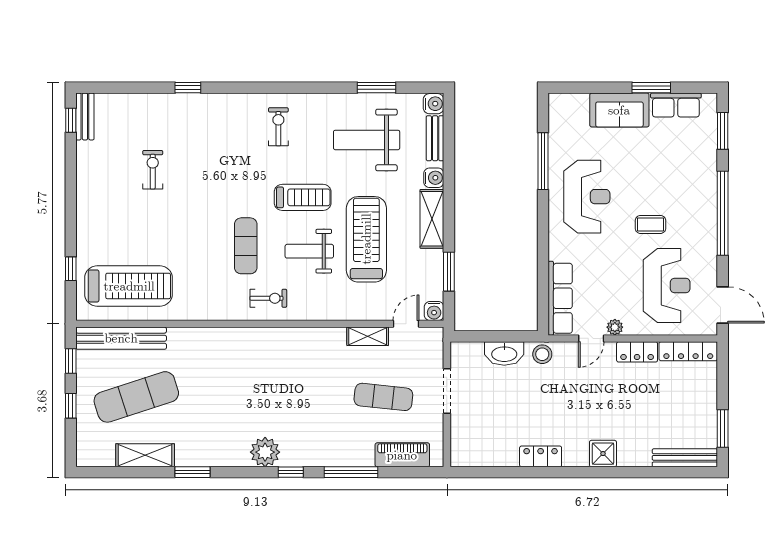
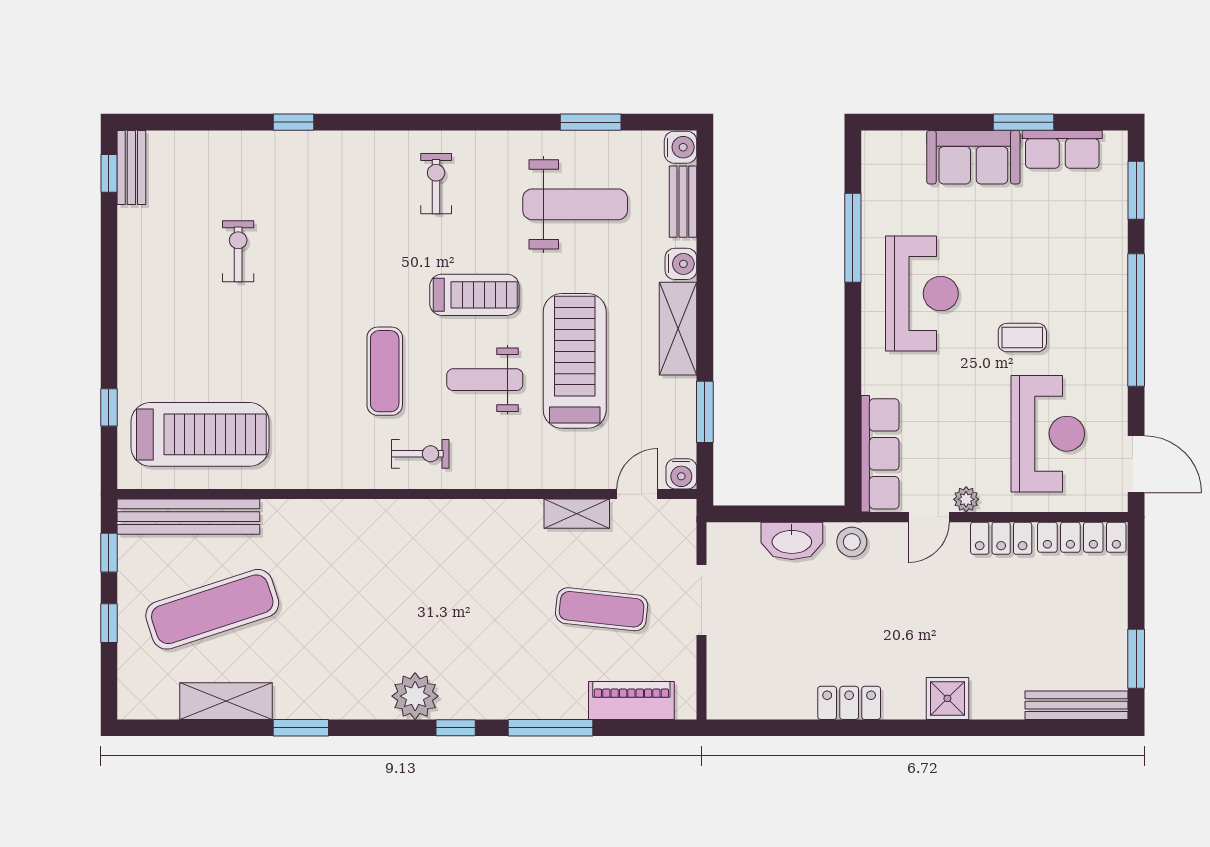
weight bench: (367, 140) -> (575, 204), turned 180

